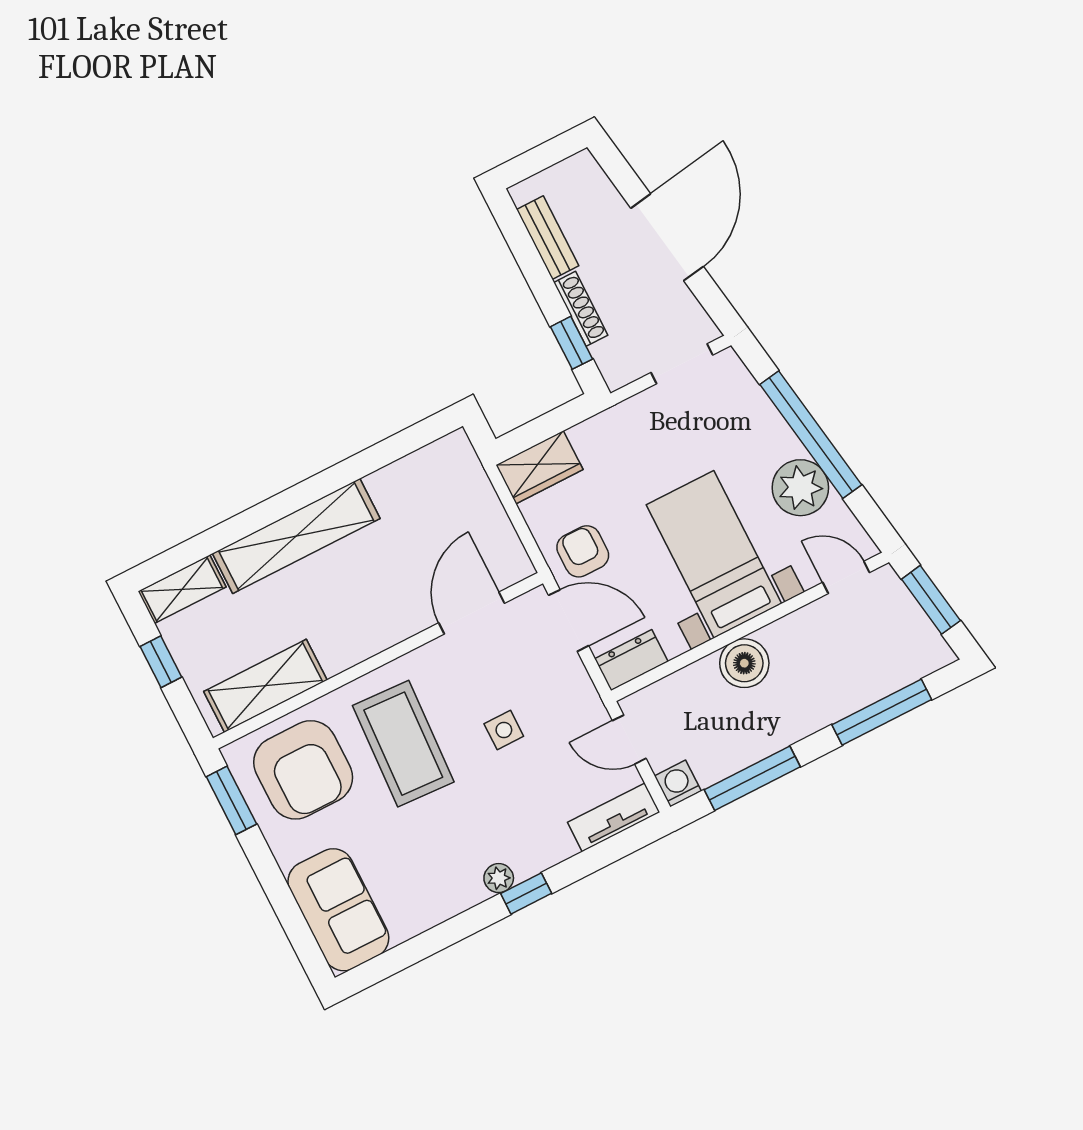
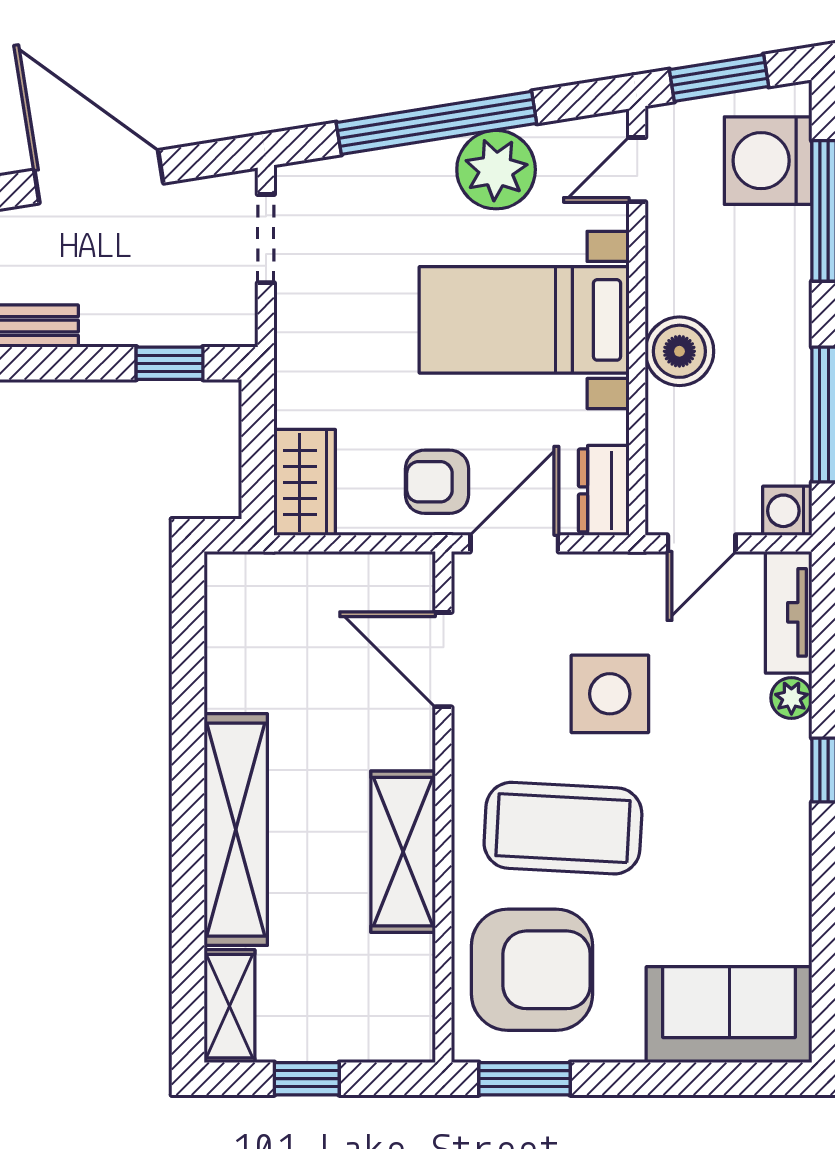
shoe rack: (581, 309) -> (133, 330), removed
washing machine: (894, 658) -> (768, 161), added
shelving: (265, 686) -> (403, 852), moved
side table: (504, 730) -> (610, 694), width x1.87, depth x1.87
plant: (499, 878) -> (791, 698), moved

